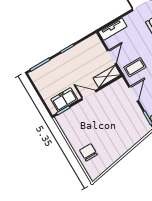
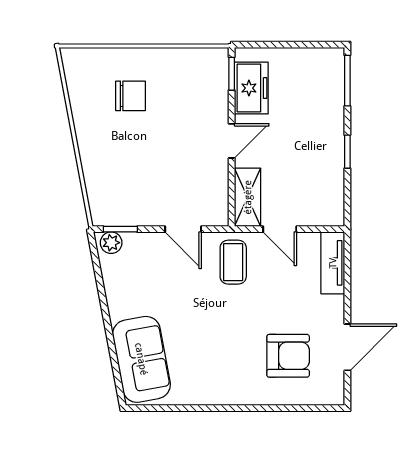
chair: (88, 152) -> (131, 96), moved

